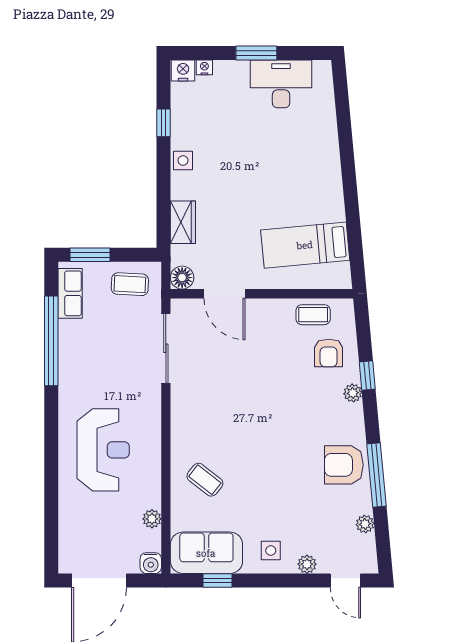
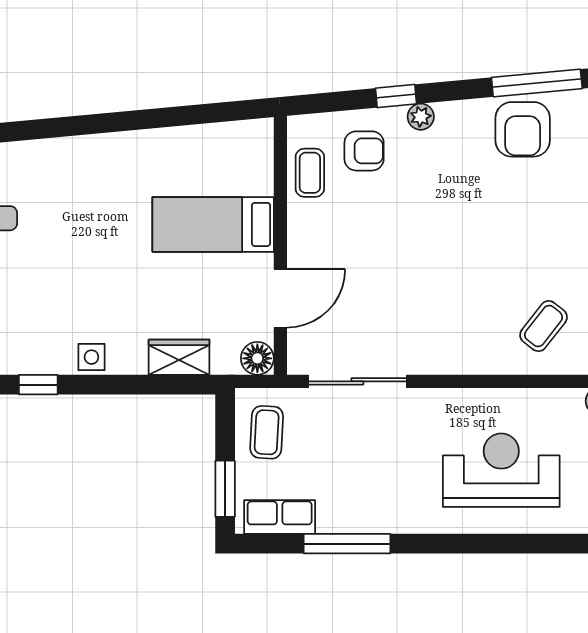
bed: (305, 245) -> (213, 224), moved, turned 95
window: (51, 341) -> (347, 544), width x0.68

